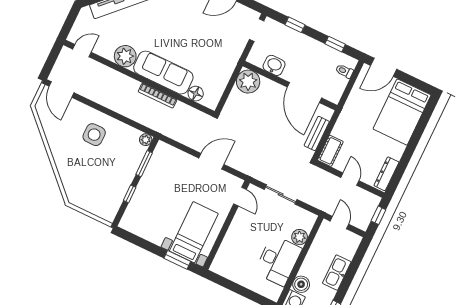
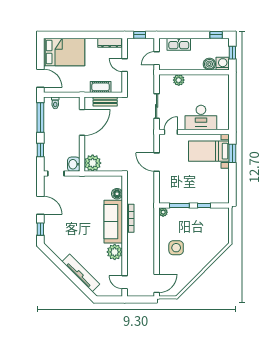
window: (335, 44) -> (40, 118), width x2.17
washbasin: (274, 65) -> (74, 164), moved
cot: (330, 151) -> (101, 87), moved
door: (350, 179) -> (125, 65), hinge flipped
desk: (278, 261) -> (201, 117), moved, turned 180
kitchen sink: (337, 273) -> (179, 44), moved

